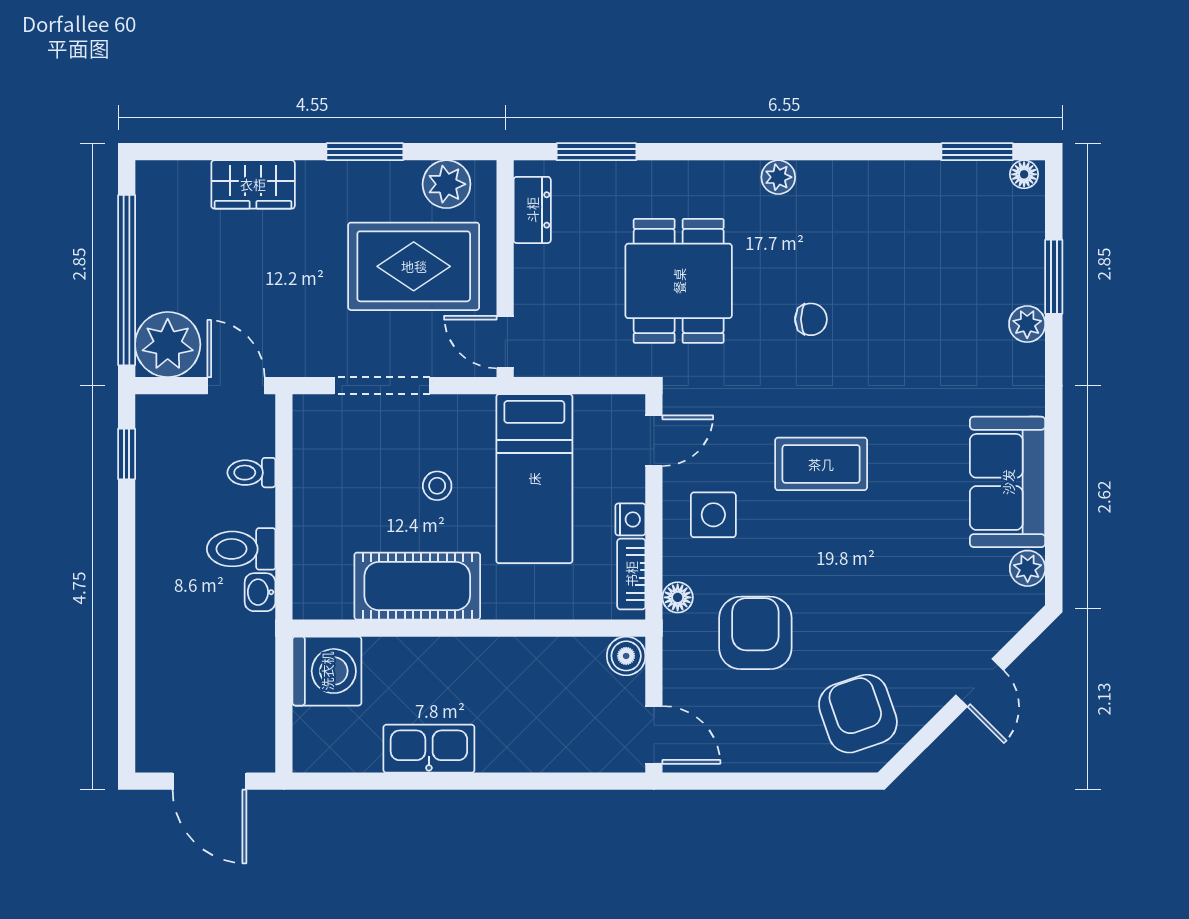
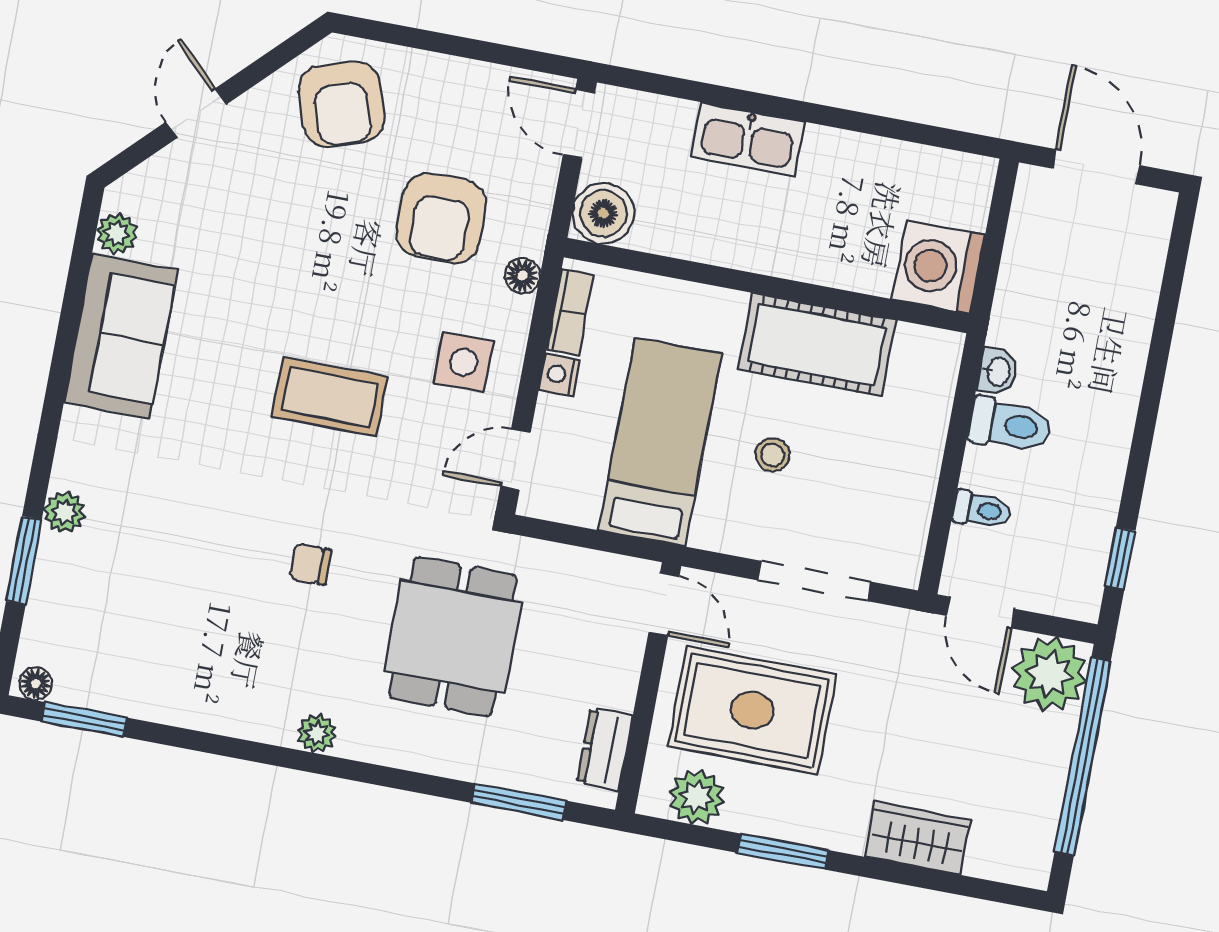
boiler: (626, 656) -> (603, 213), width x1.36, depth x1.36
kitchen sink: (429, 749) -> (748, 139), moved

